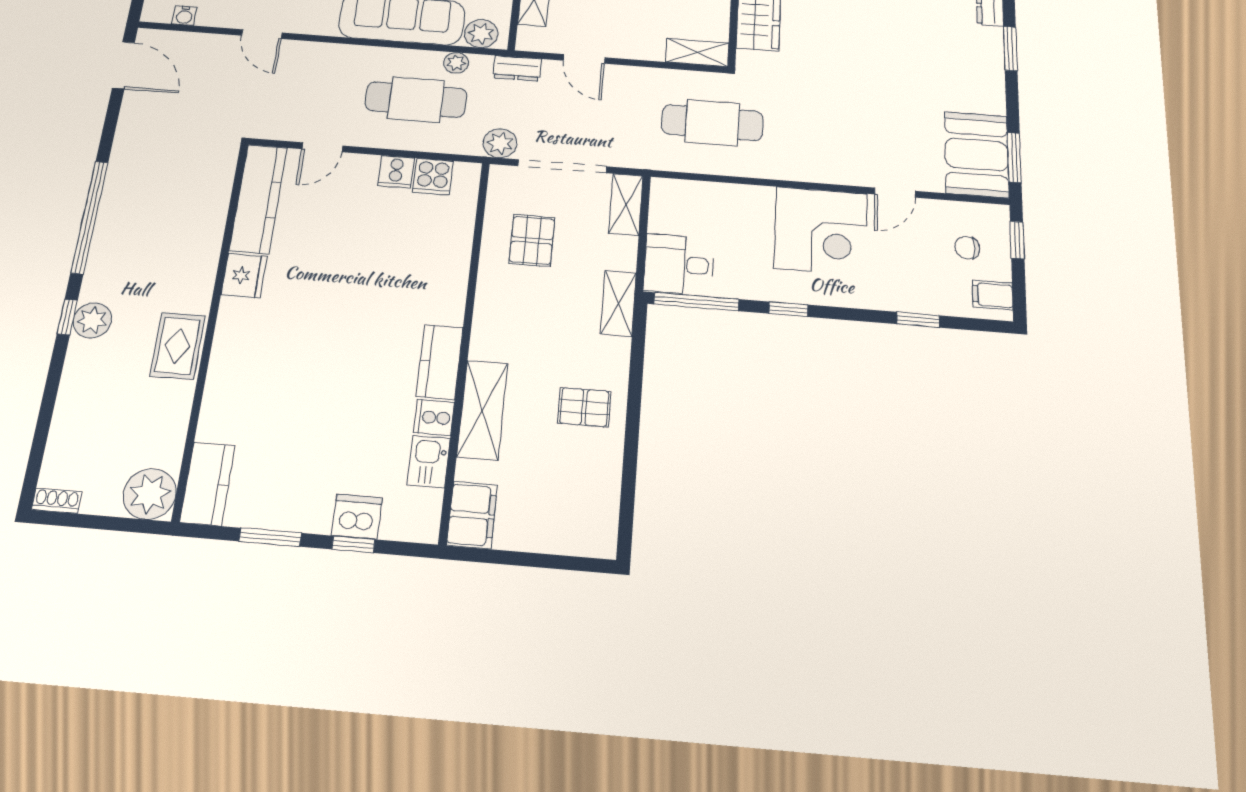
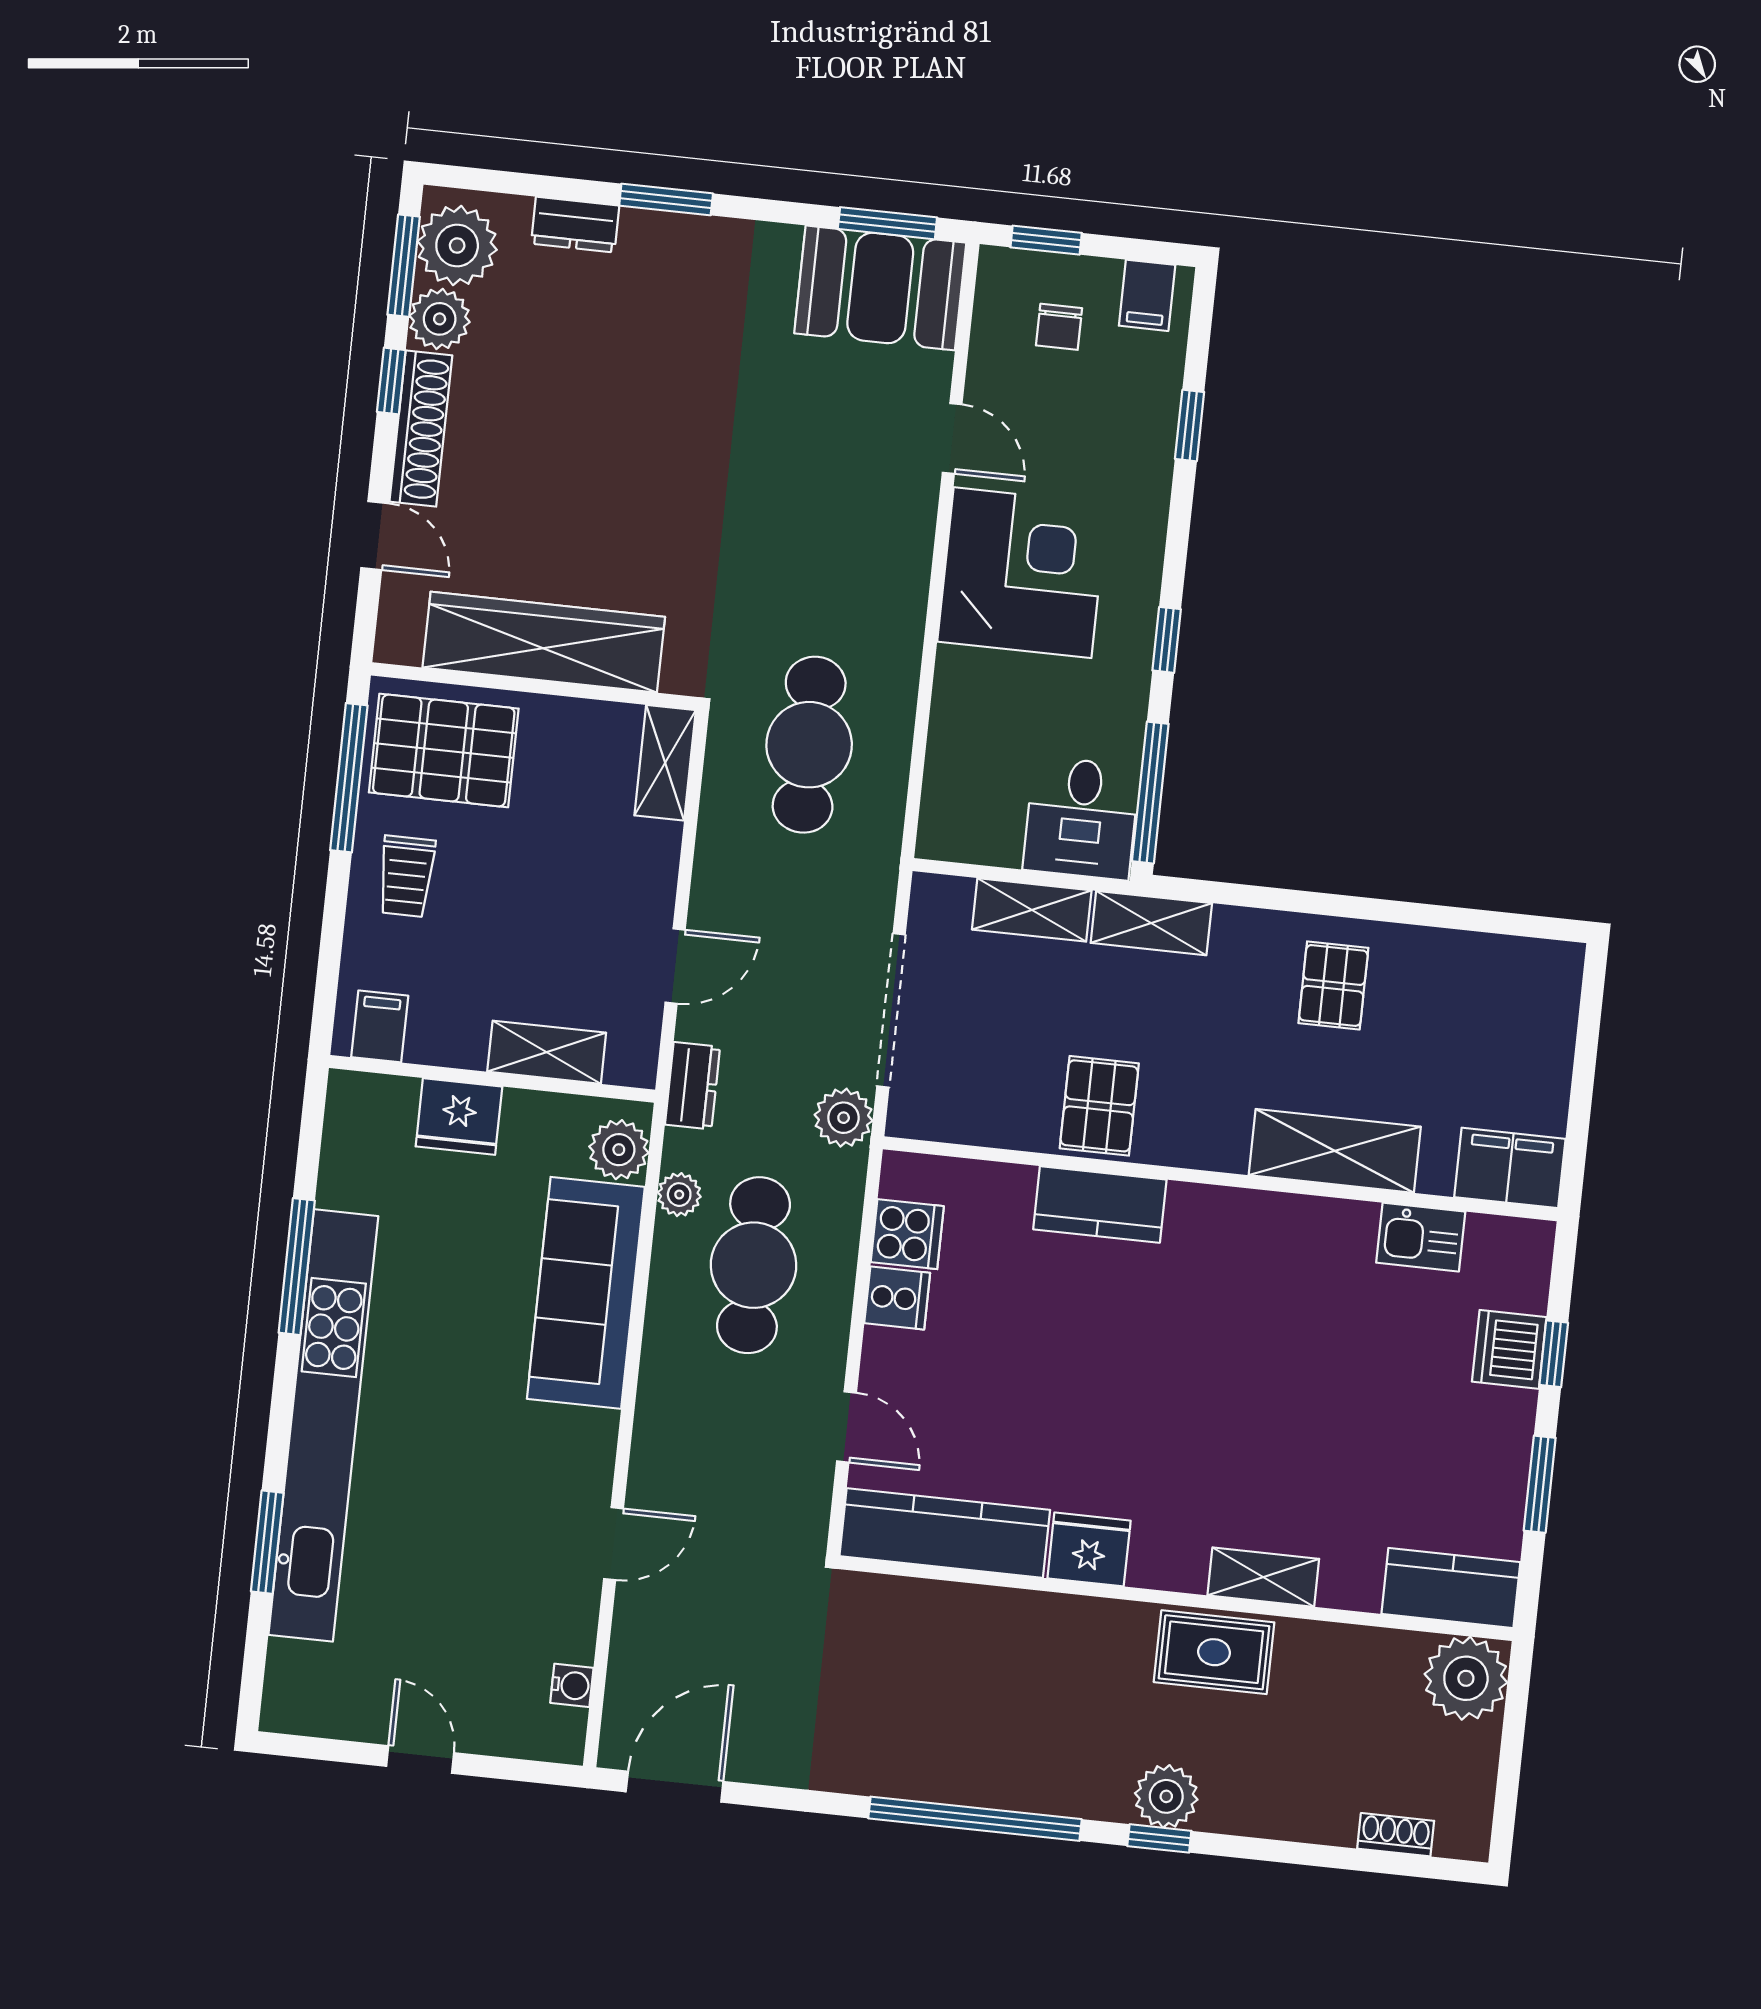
shelving: (626, 204) -> (1032, 910), moved
pallet: (532, 240) -> (1099, 1106), moved, turned 90
kitchen counter: (440, 362) -> (1100, 1204), moved
shelving: (221, 373) -> (1263, 1577), added
cooker: (434, 418) -> (1347, 1229), removed
shoe rack: (57, 501) -> (1396, 1835), moved, turned 90

